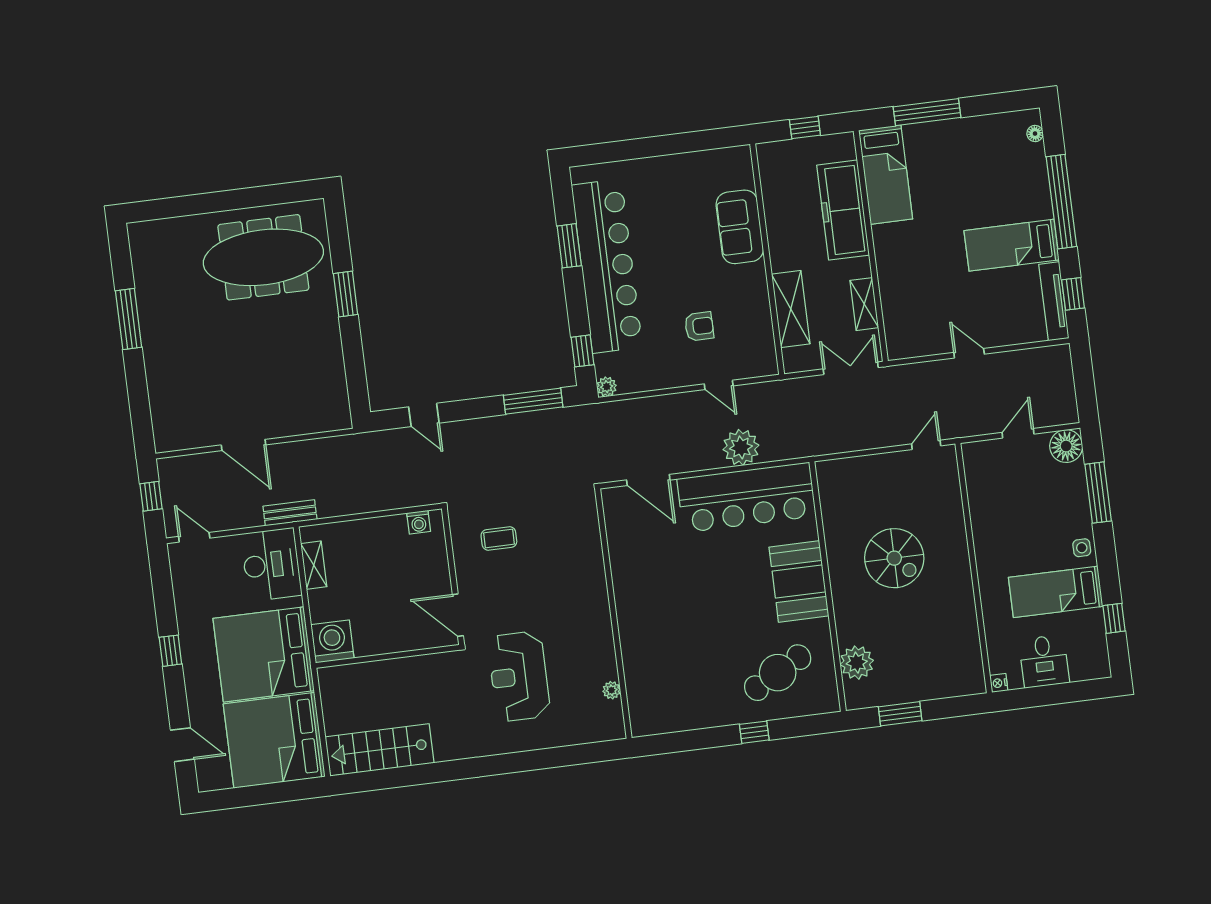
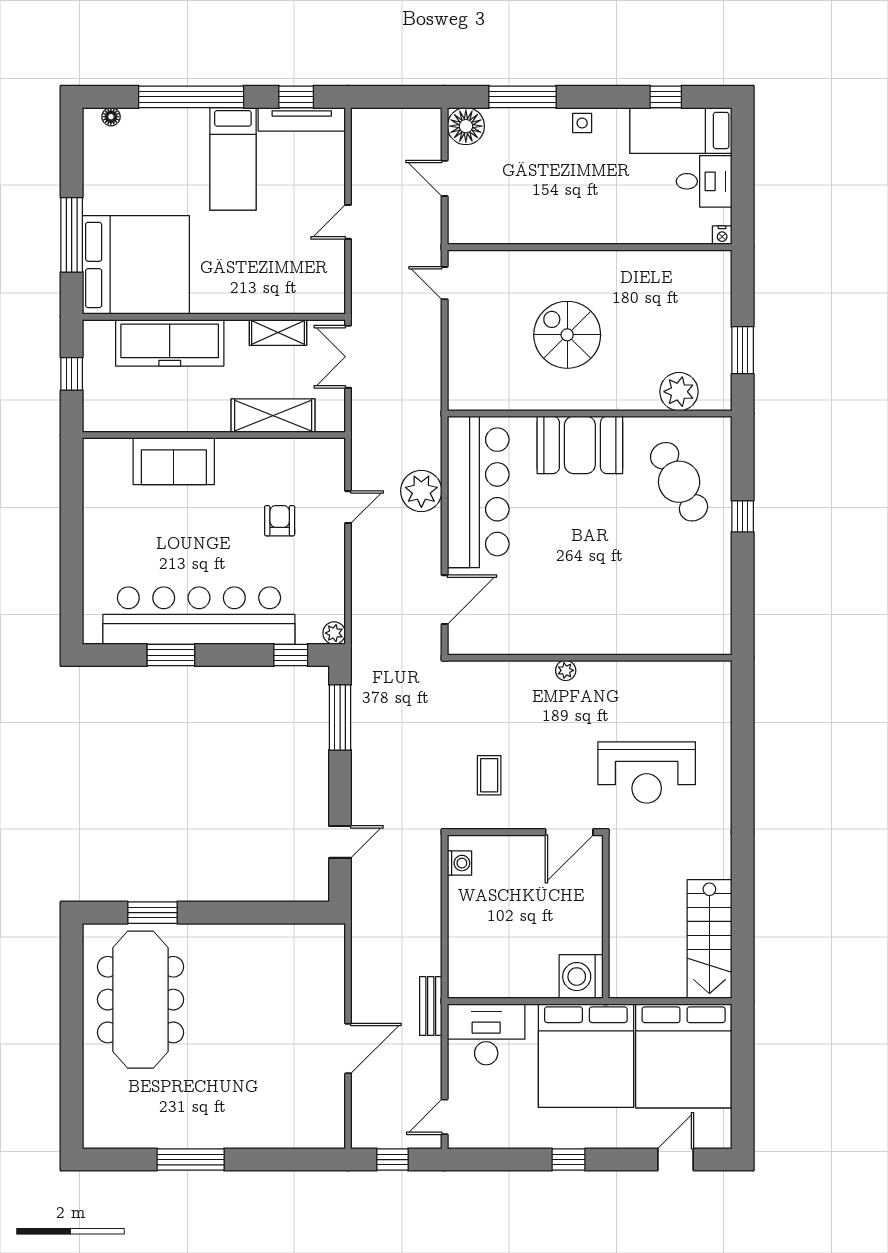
bed: (886, 175) -> (136, 265), width x2.04
window: (346, 294) -> (152, 913), moved
spiral stairs: (894, 558) -> (567, 335), turned -90
shelving: (314, 565) -> (493, 987), removed
bed: (1056, 592) -> (681, 130), moved, turned 90
plant: (612, 690) -> (566, 670), moved

